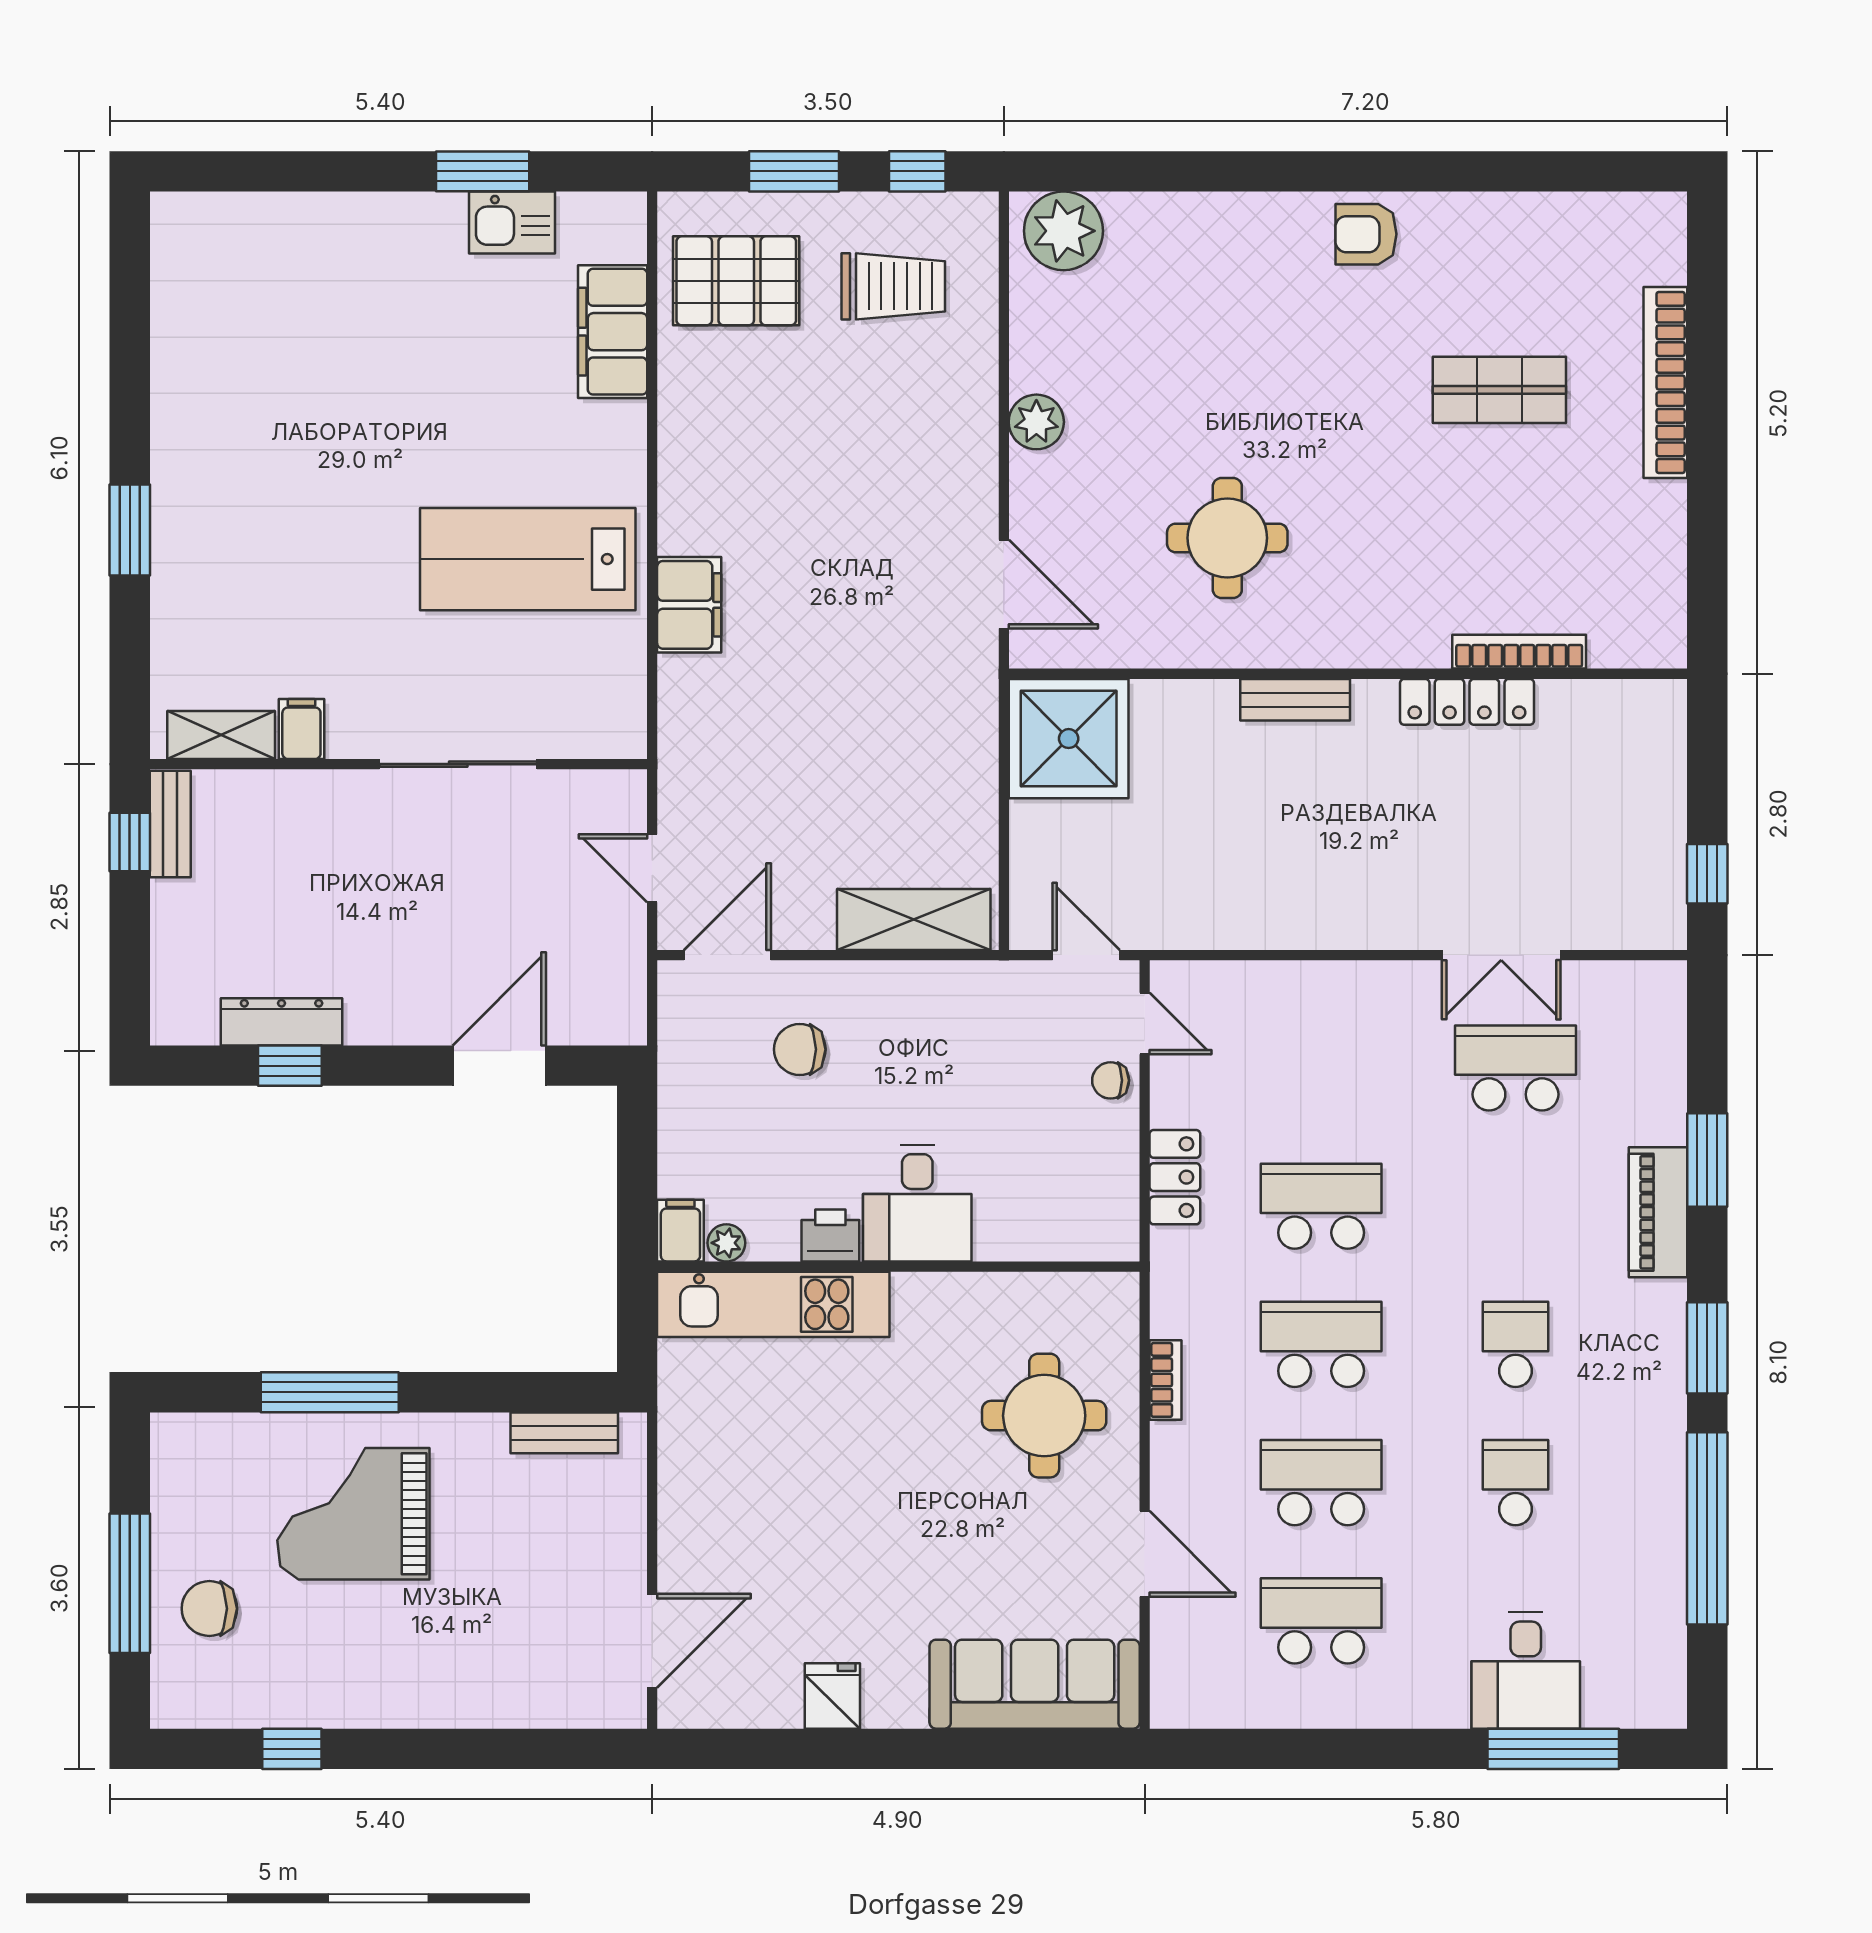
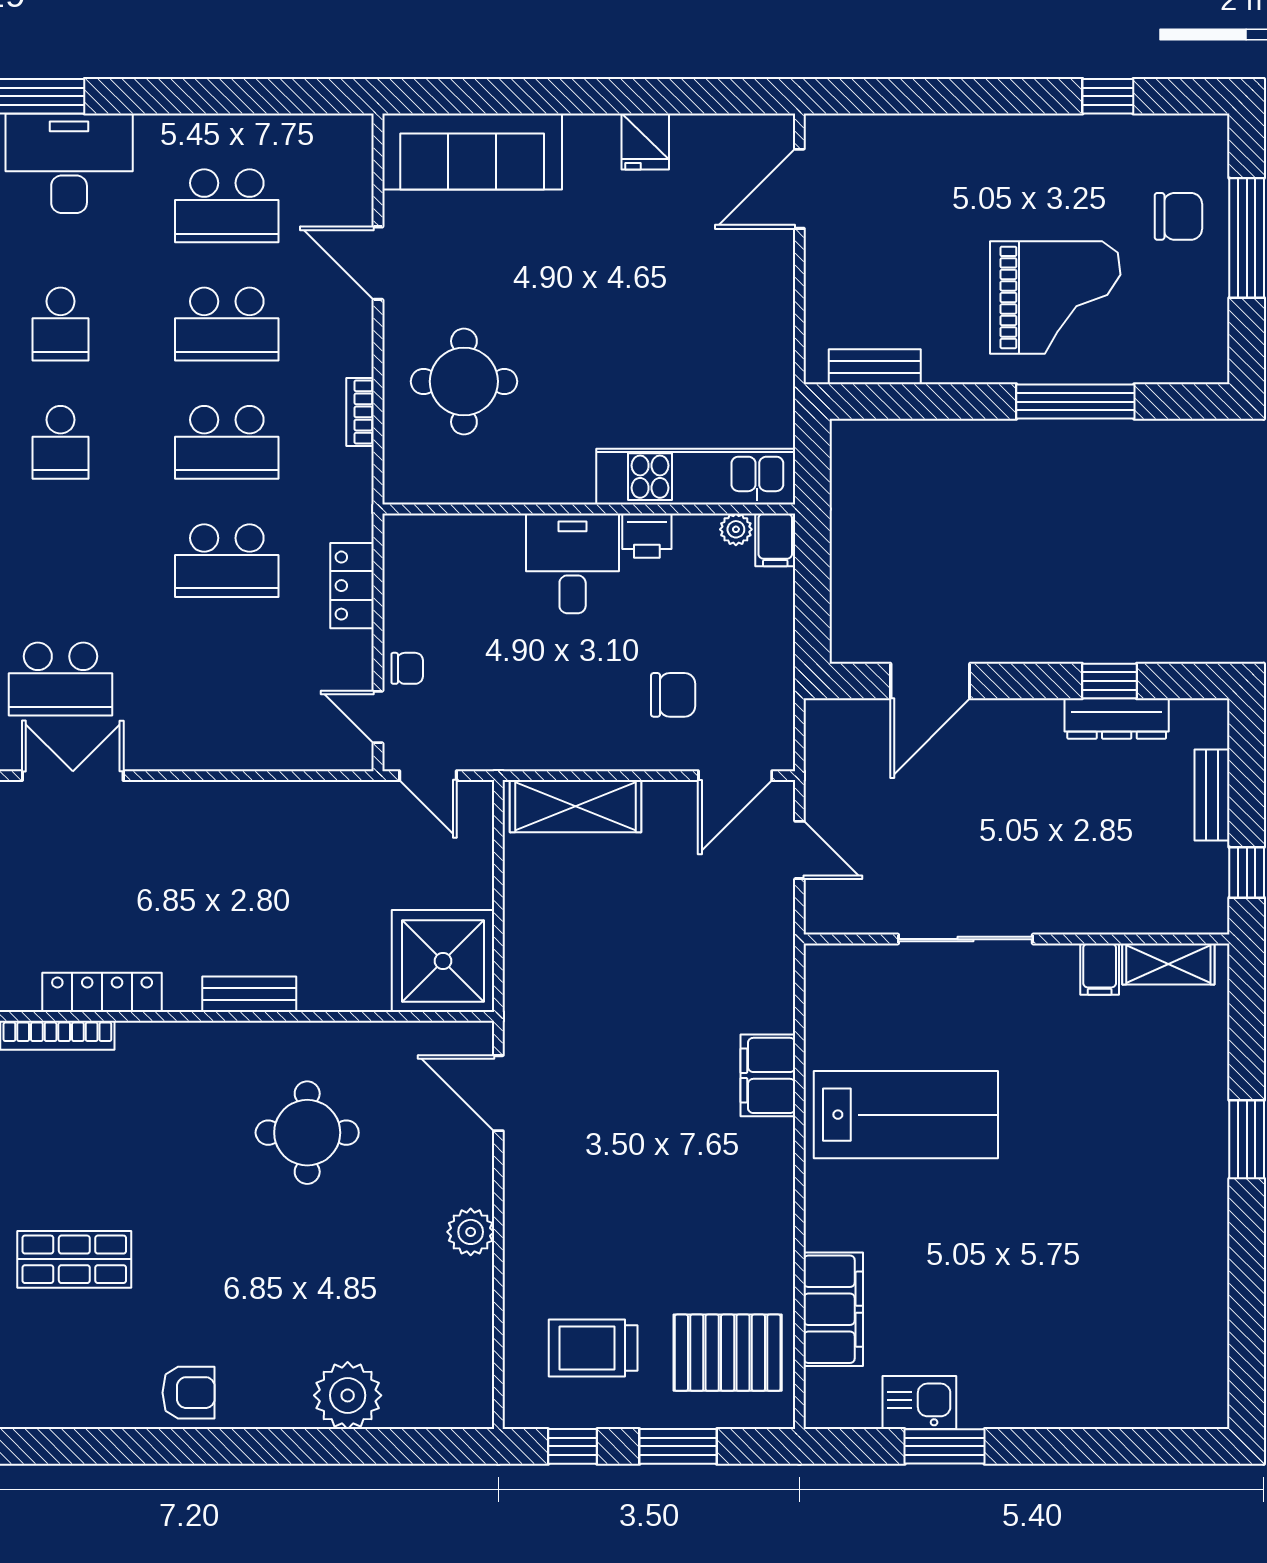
plant: (1063, 231) -> (348, 1395), moved
bench: (170, 824) -> (1212, 795), moved
desk: (1526, 1670) -> (69, 163), width x1.37

